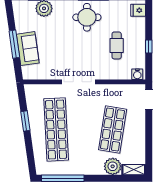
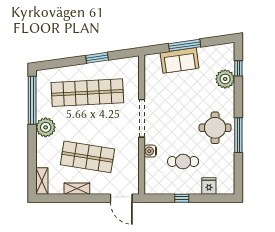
fridge: (138, 10) -> (209, 186), moved
water cooler: (137, 74) -> (150, 151), moved
shelving: (140, 139) -> (77, 189), added
plant: (113, 166) -> (46, 127), moved

